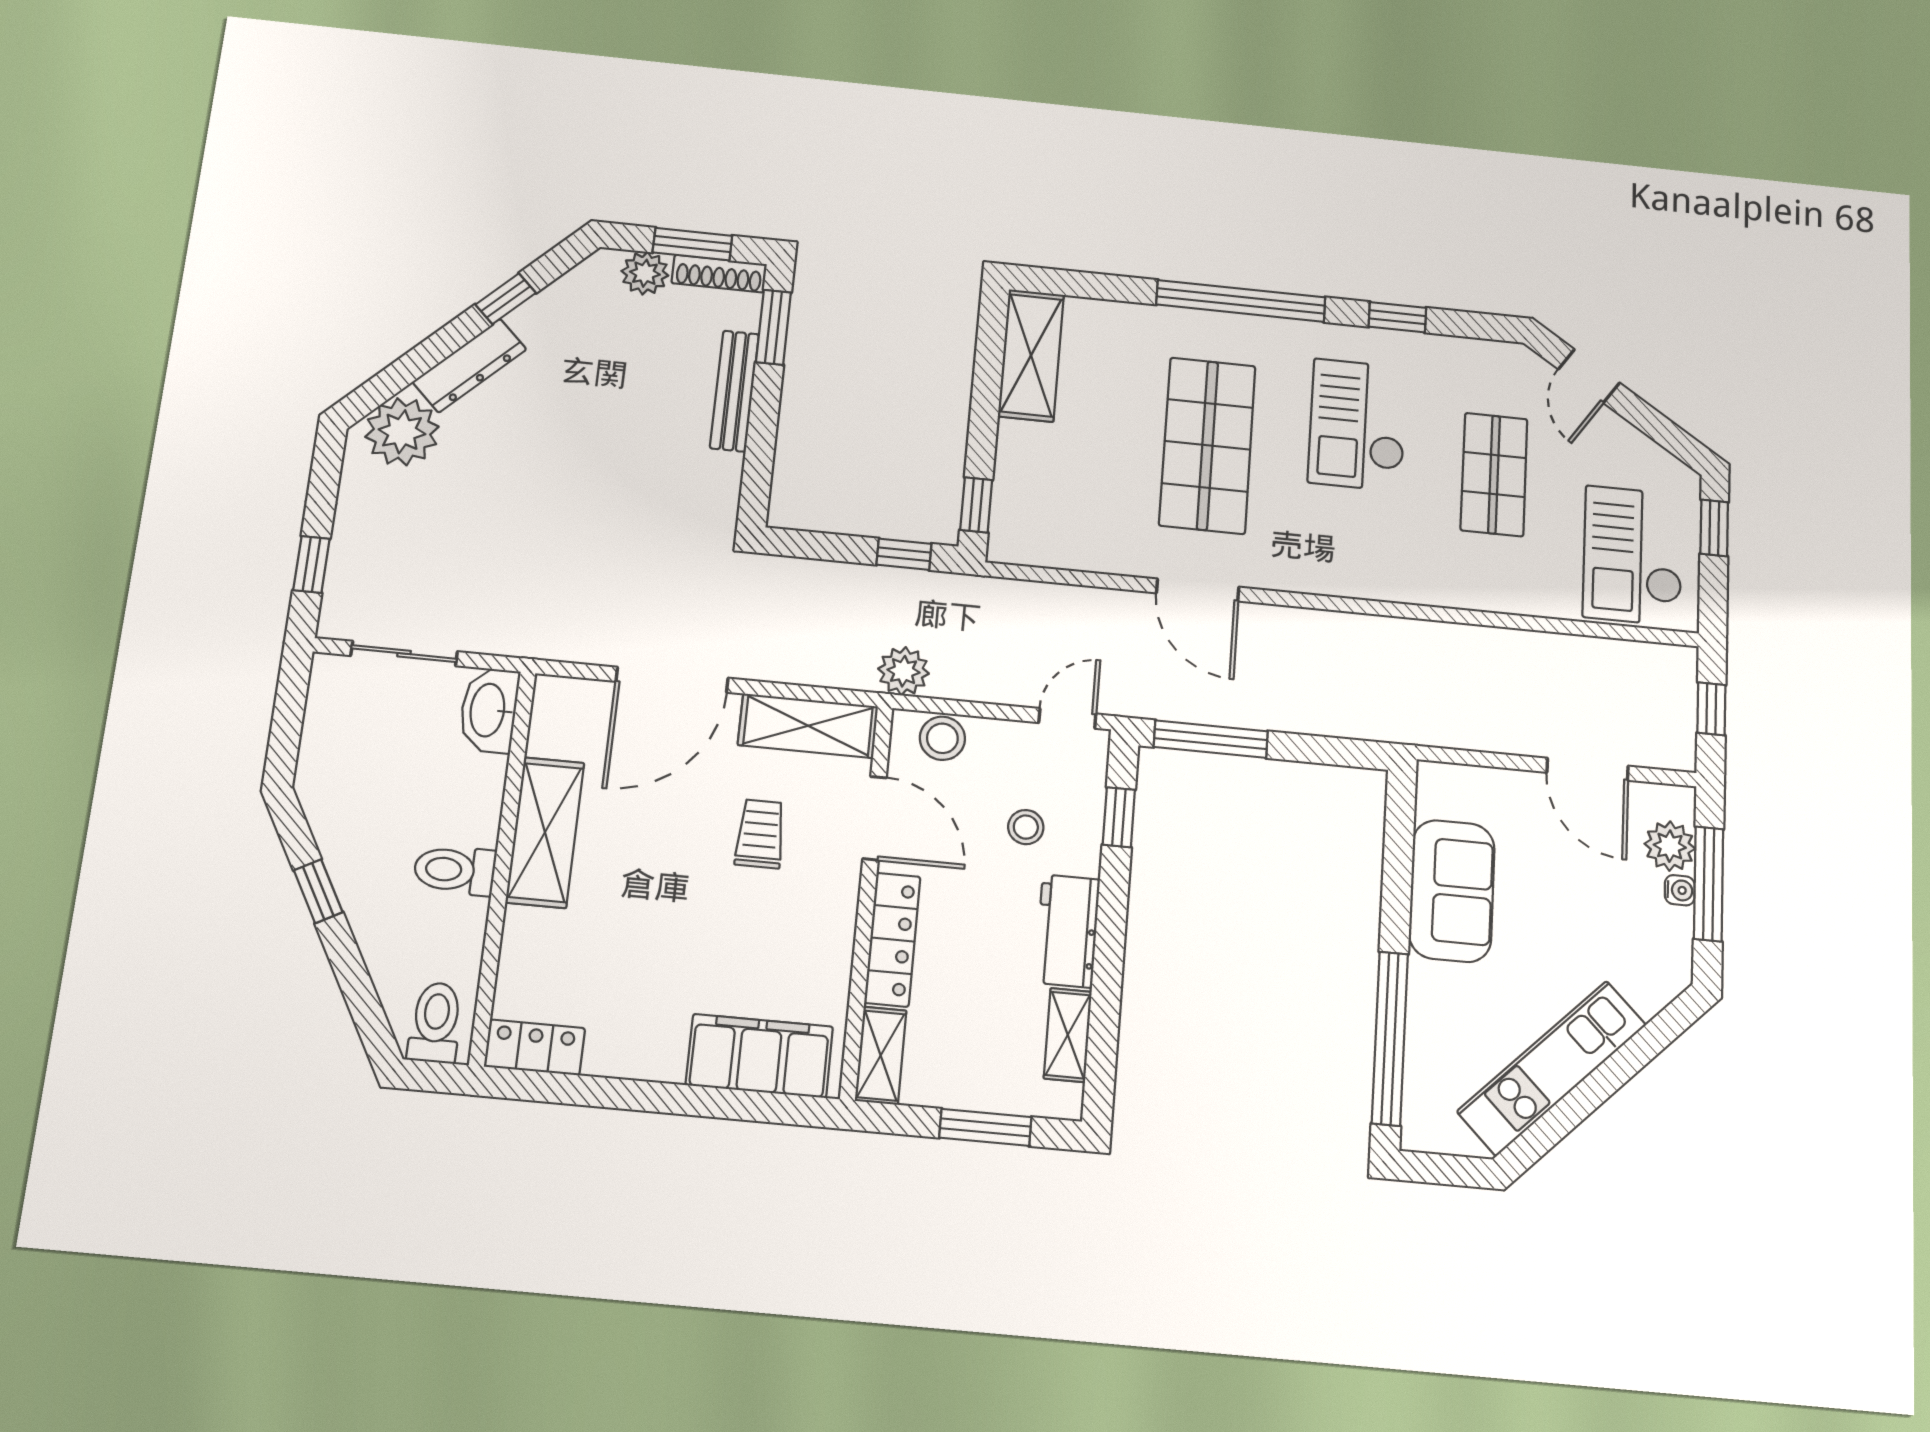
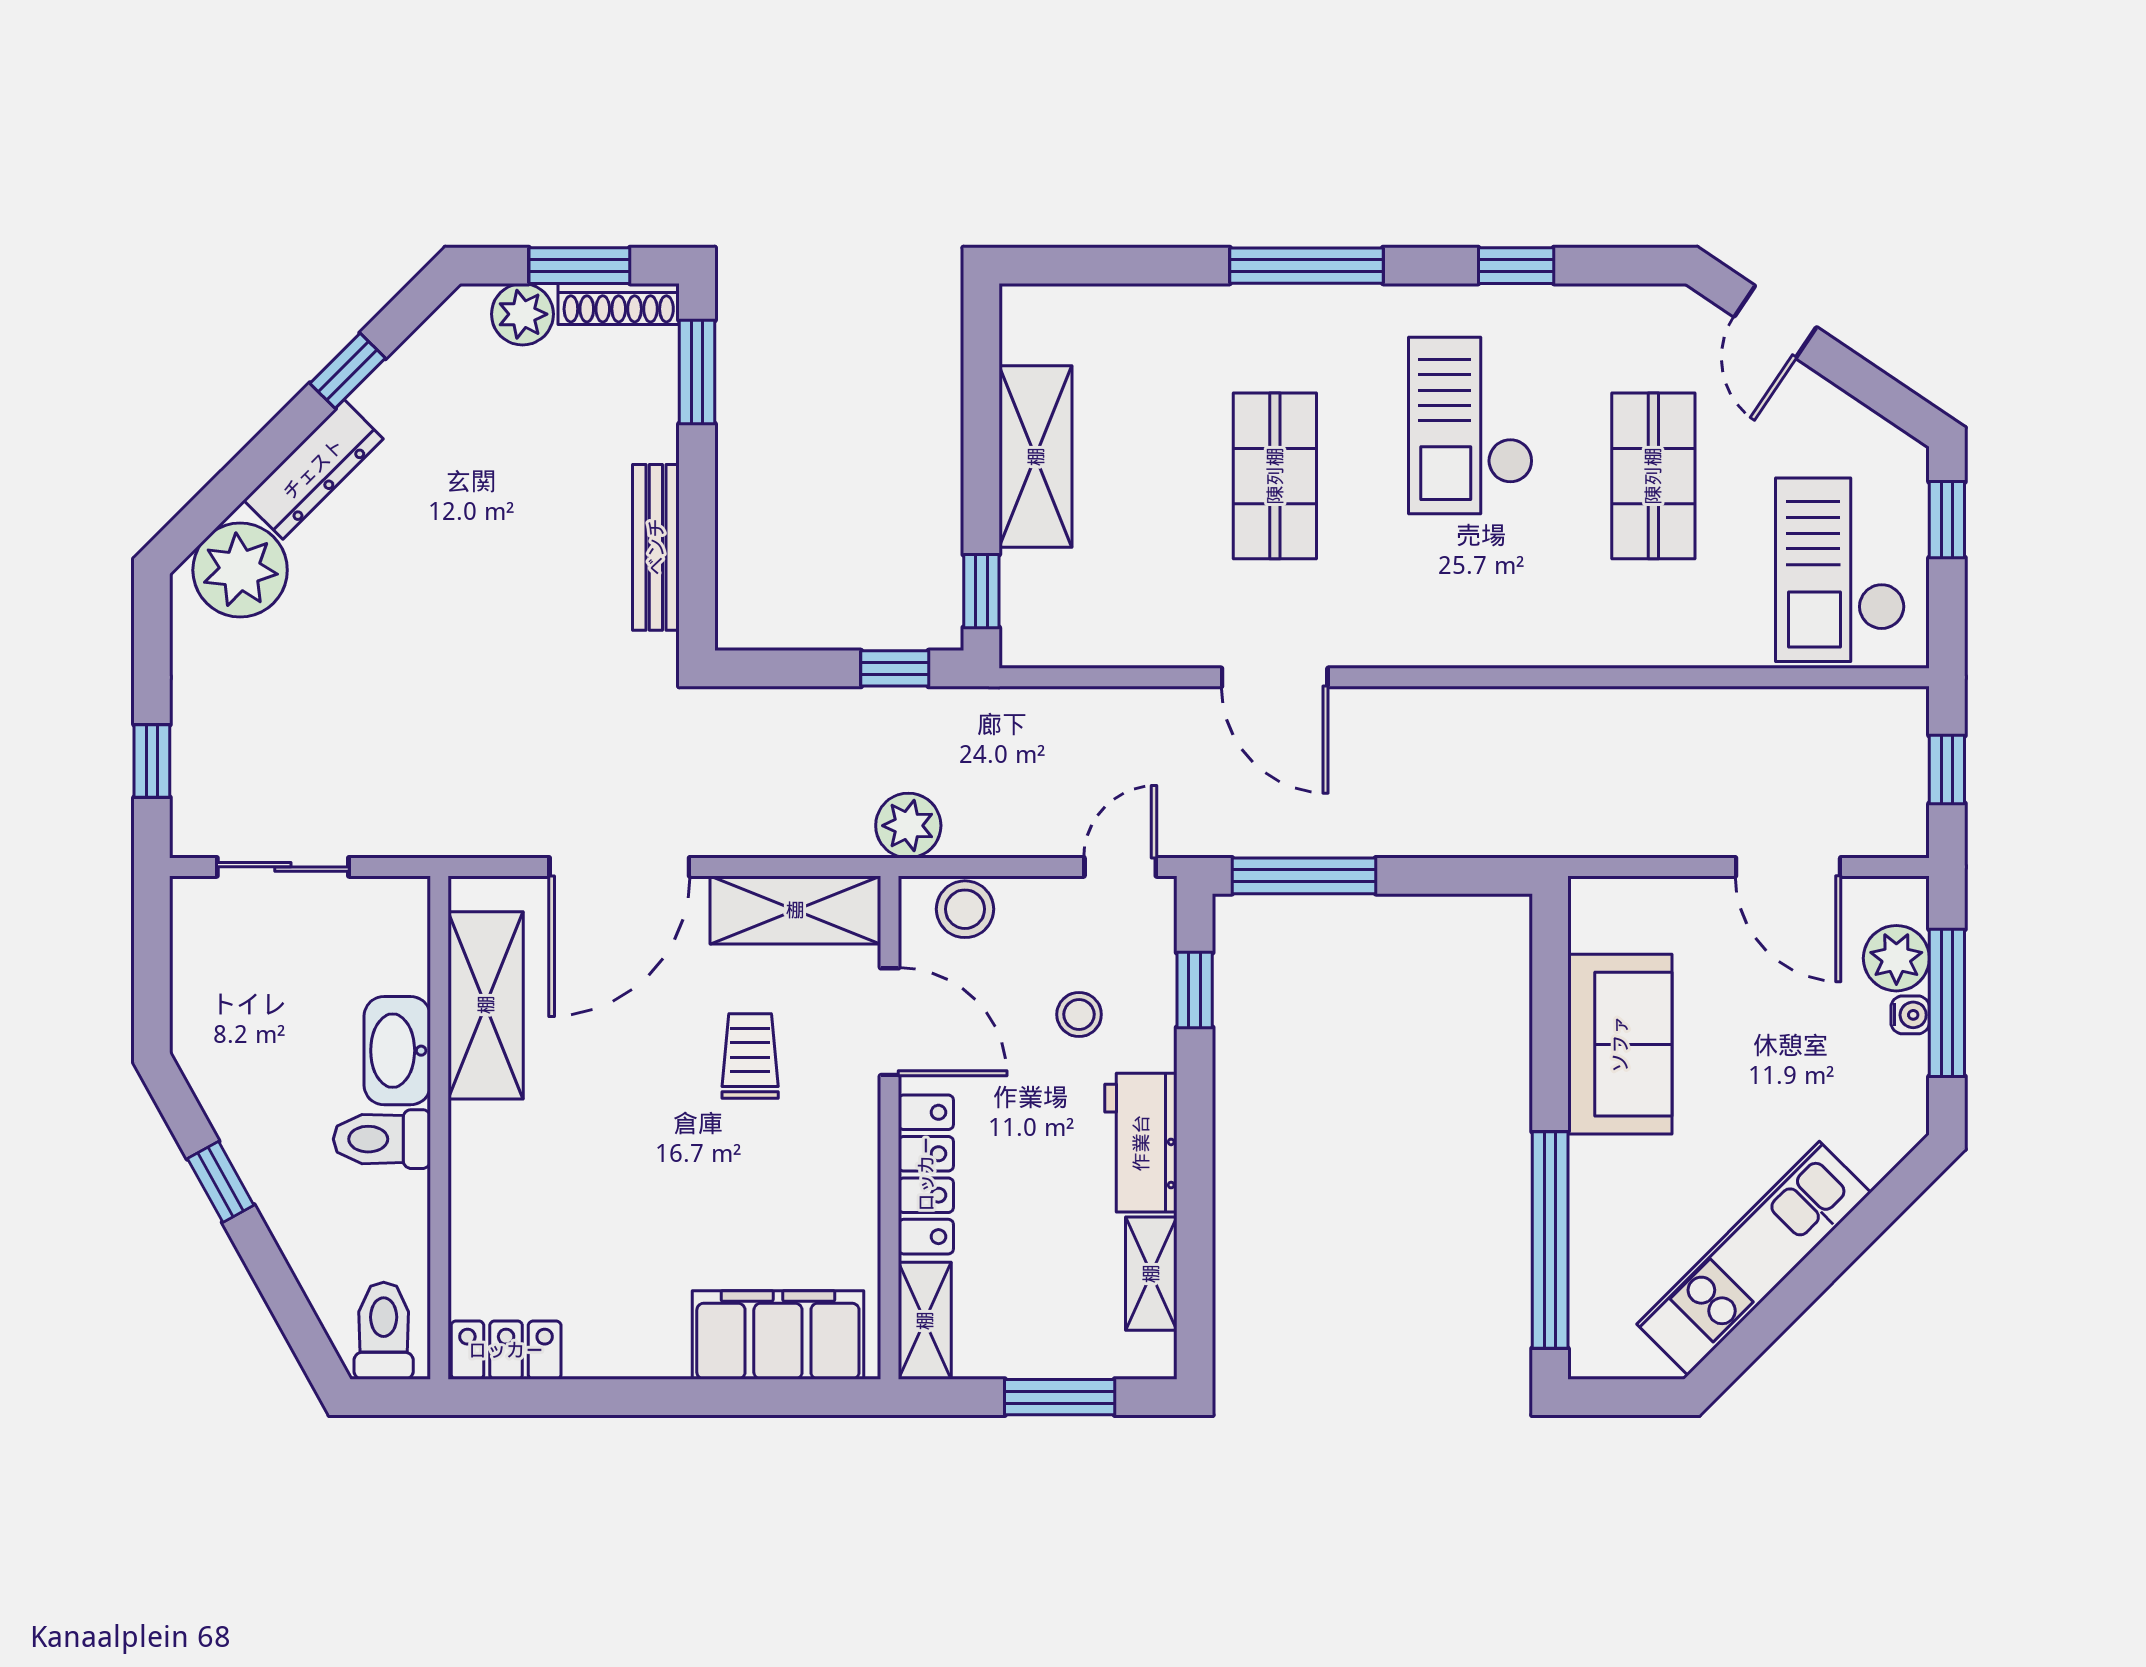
window: (1241, 301) -> (1306, 266), width x0.68
shelving: (1031, 355) -> (1036, 457), moved
bench: (734, 391) -> (656, 547), moved
shop shelf: (1207, 445) -> (1275, 476), width x0.70, depth x0.74
washbasin: (489, 710) -> (397, 1051), moved
shelving: (545, 832) -> (486, 1005), moved

